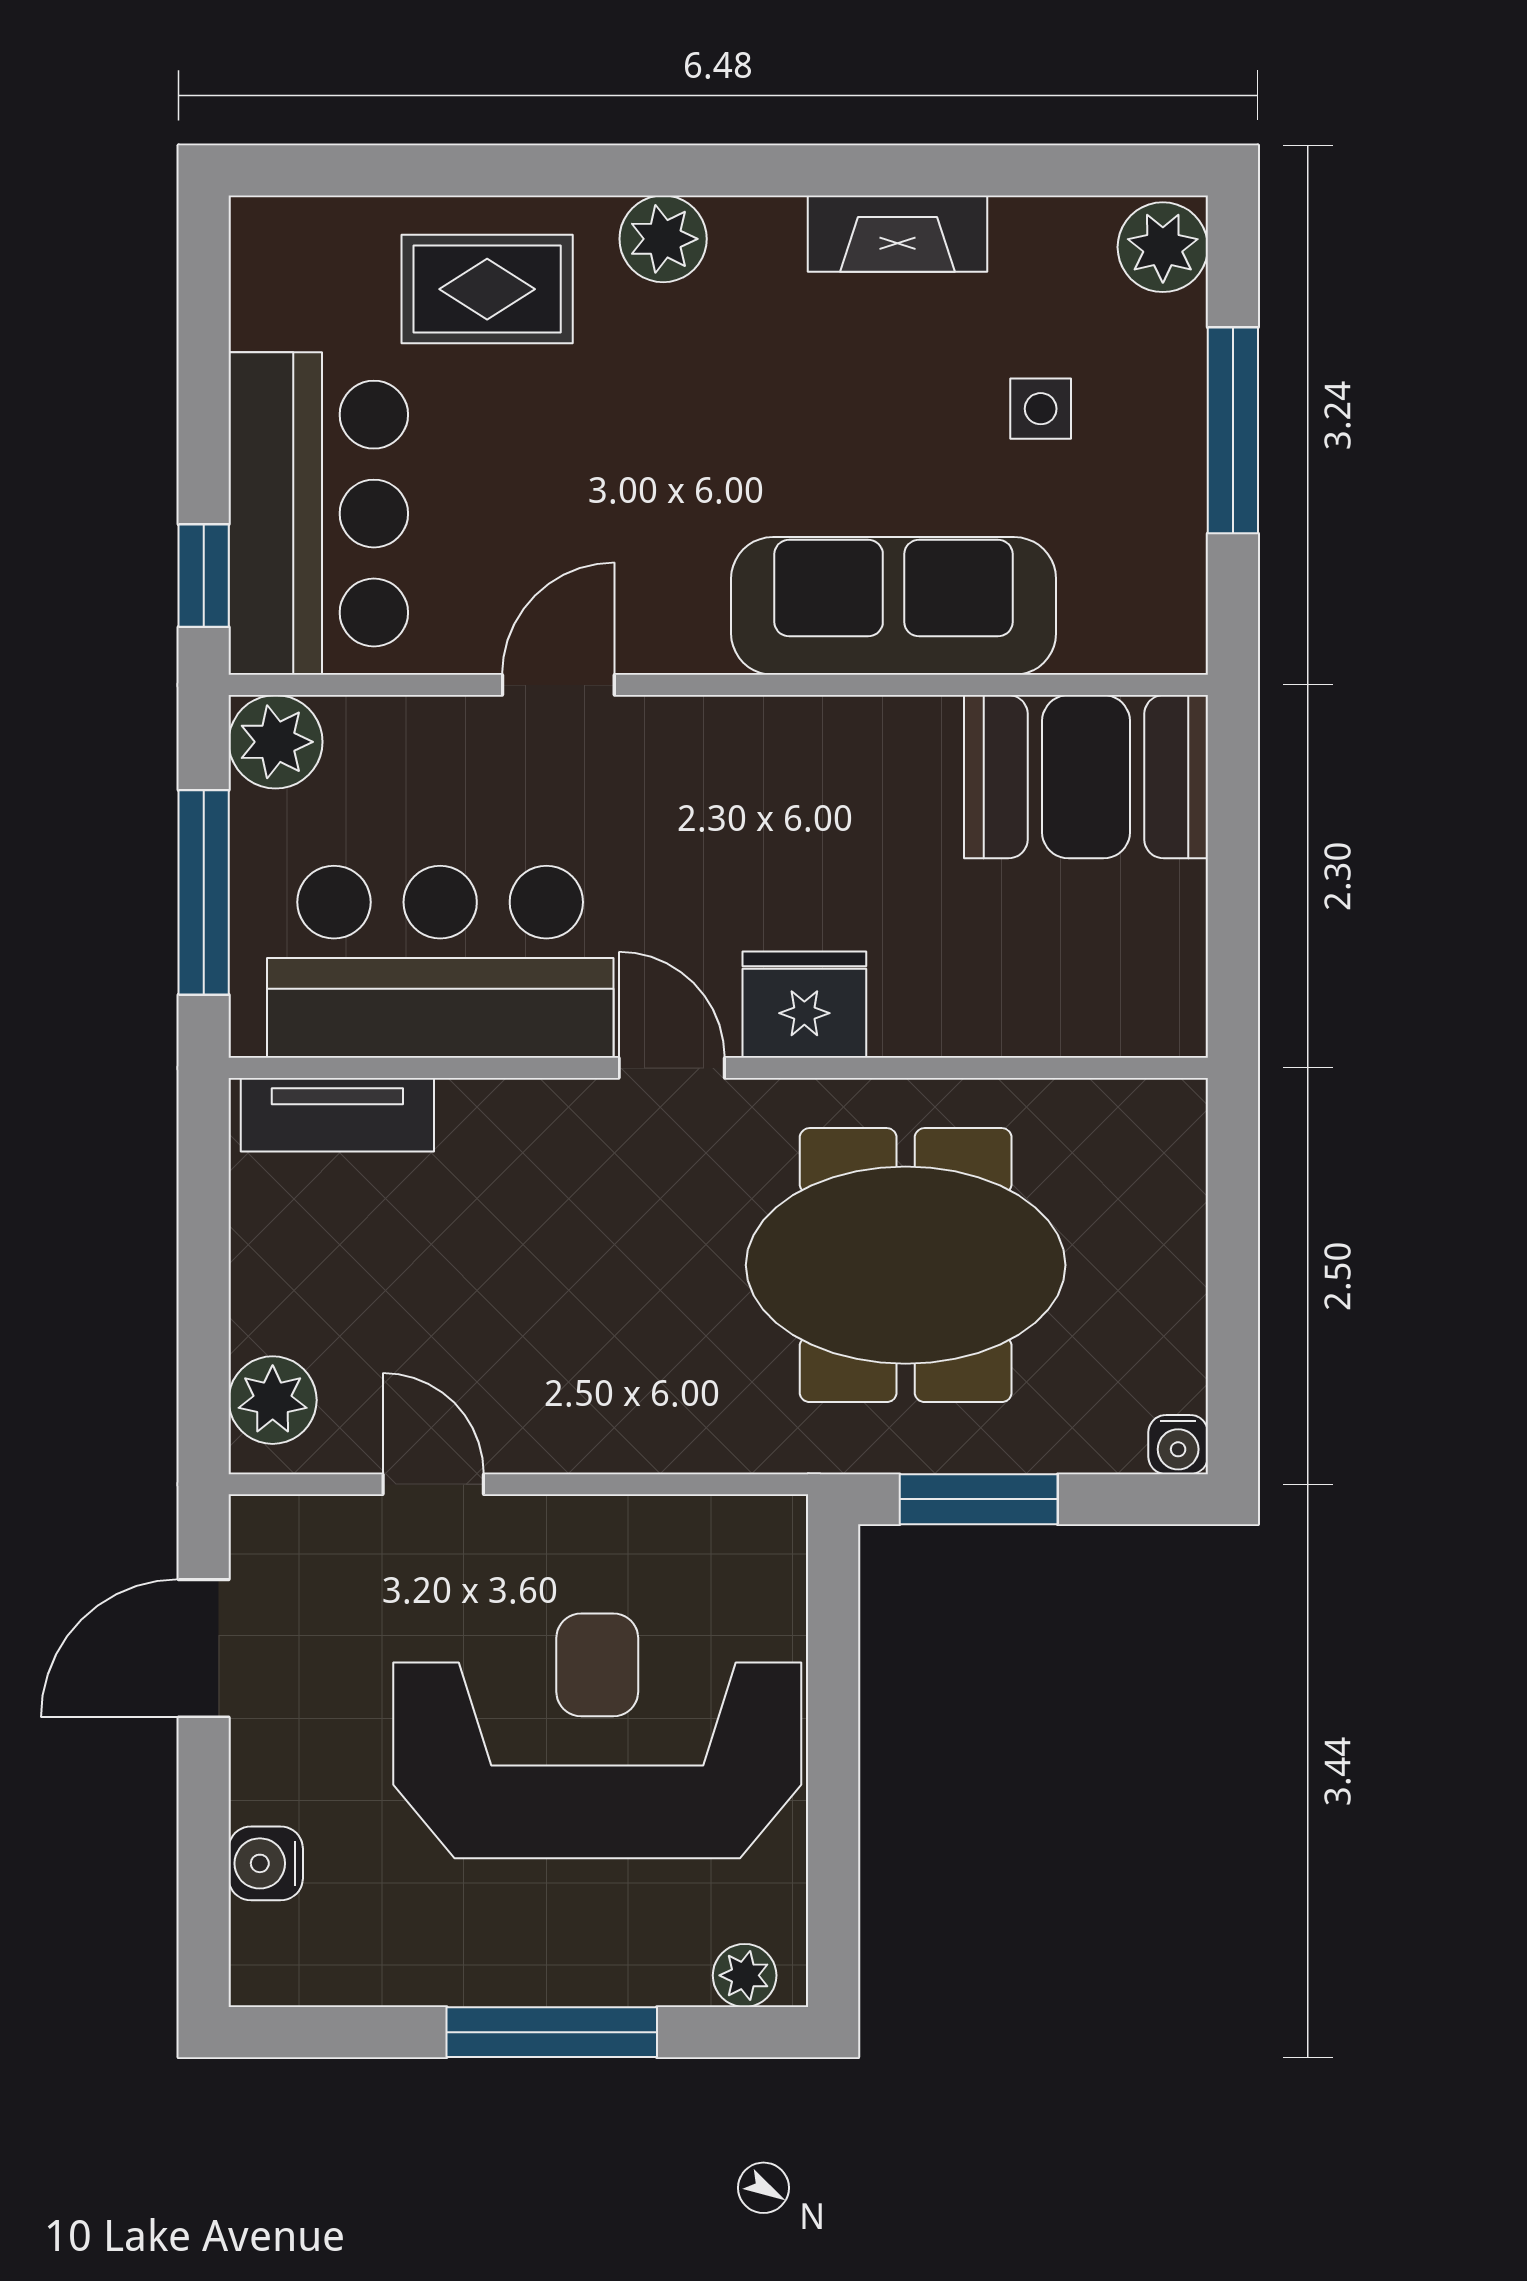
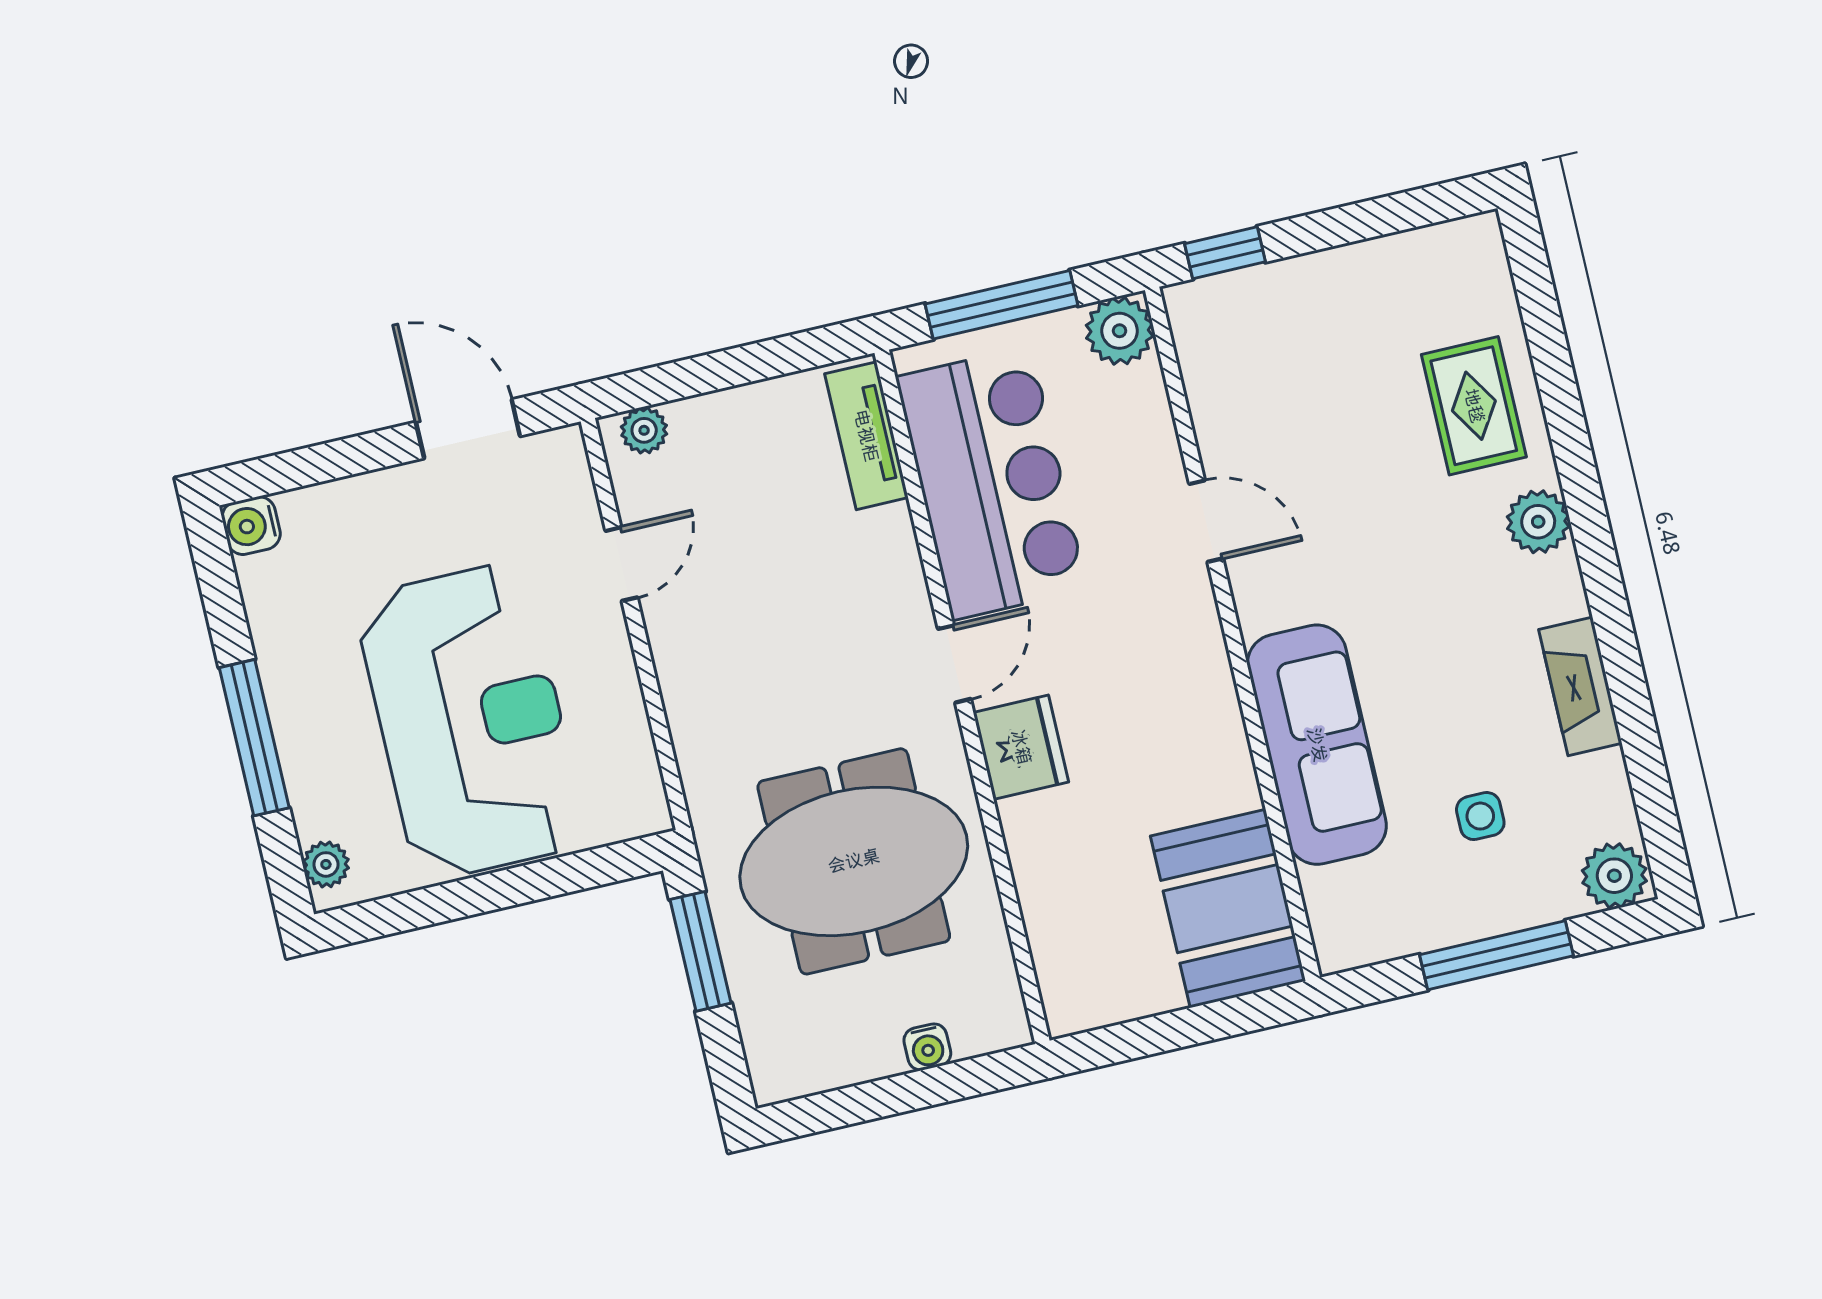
bar counter: (318, 514) -> (1288, 323), removed
meeting table: (906, 1265) -> (854, 861), turned 90
plant: (273, 1400) -> (644, 430), width x0.73, depth x0.73
water cooler: (1178, 1445) -> (927, 1047), moved, turned -90
water cooler: (266, 1863) -> (251, 526), moved, turned -90

